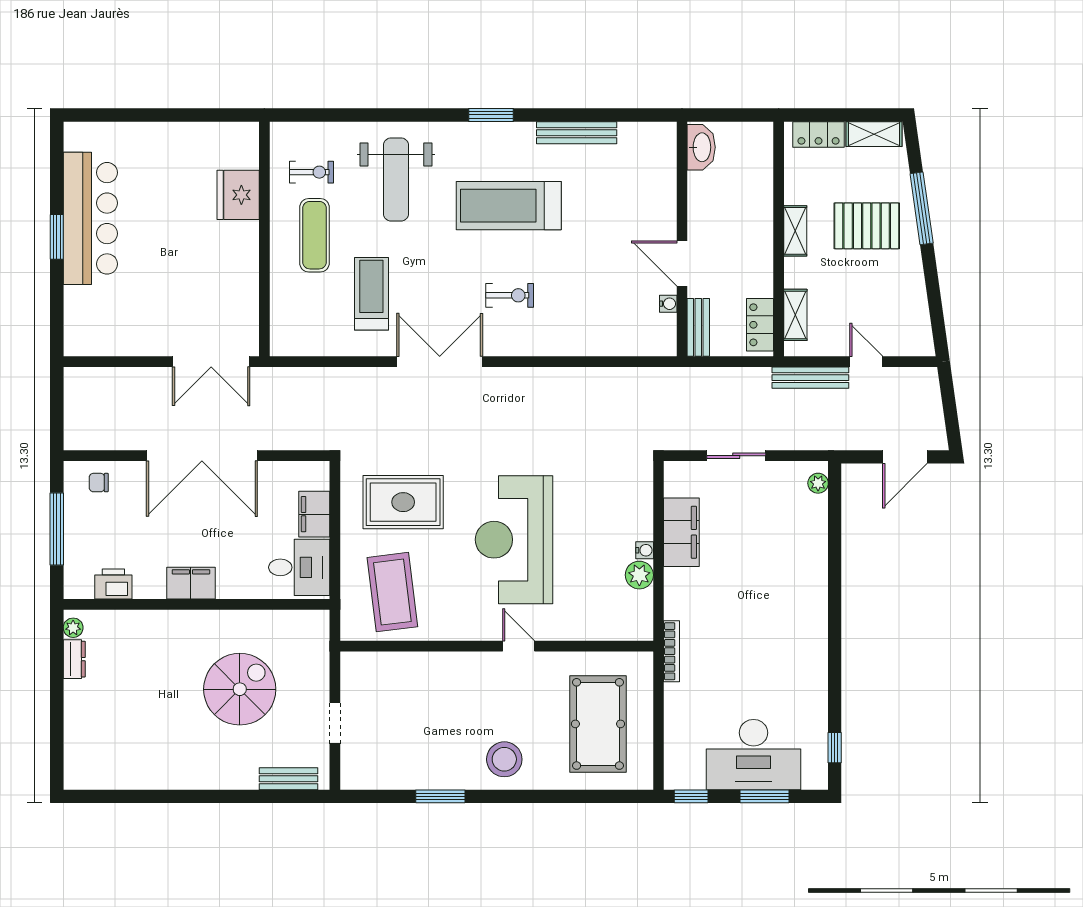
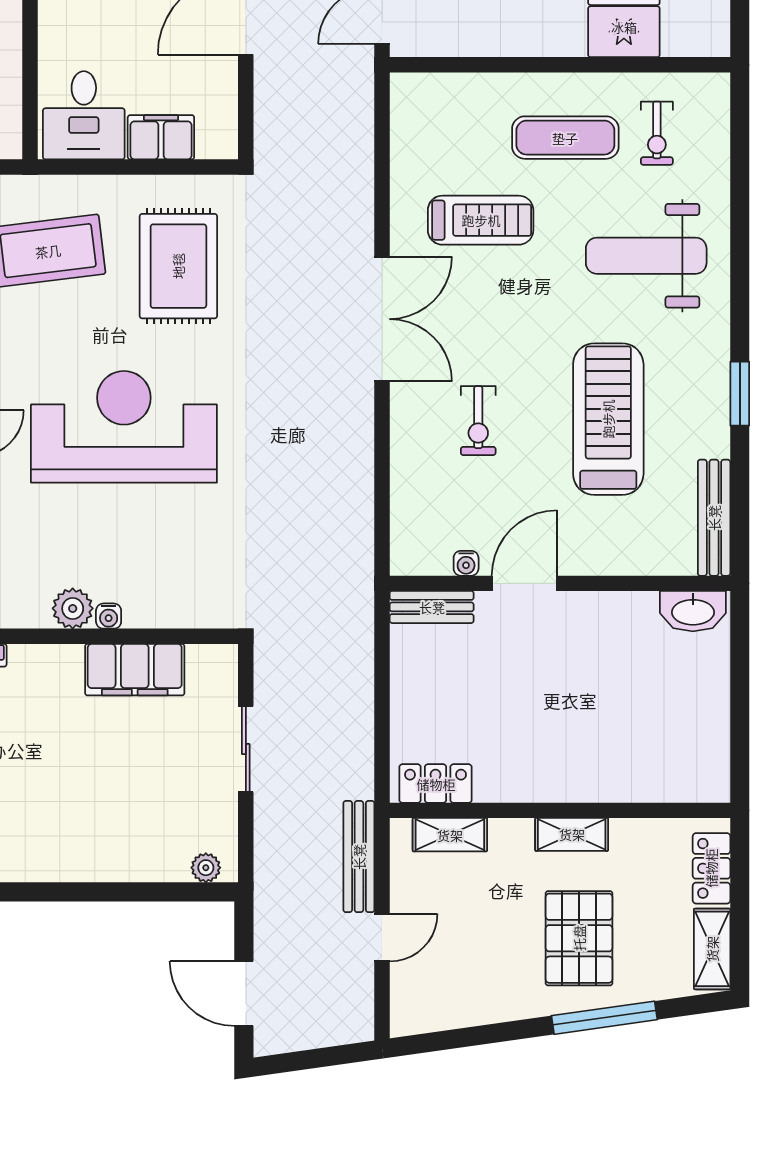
washbasin: (701, 147) -> (693, 611), moved
wall: (682, 239) -> (560, 583), moved
door: (682, 263) -> (524, 583), moved
water cooler: (668, 304) -> (466, 563), moved
bench: (698, 327) -> (432, 607), moved

